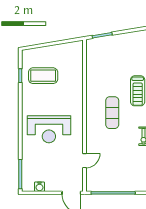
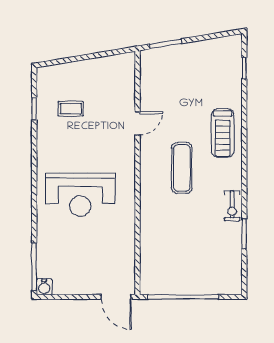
coffee table: (43, 76) -> (71, 109), width x0.54, depth x0.58
door: (85, 161) -> (137, 123), moved
water cooler: (39, 187) -> (44, 287), moved

